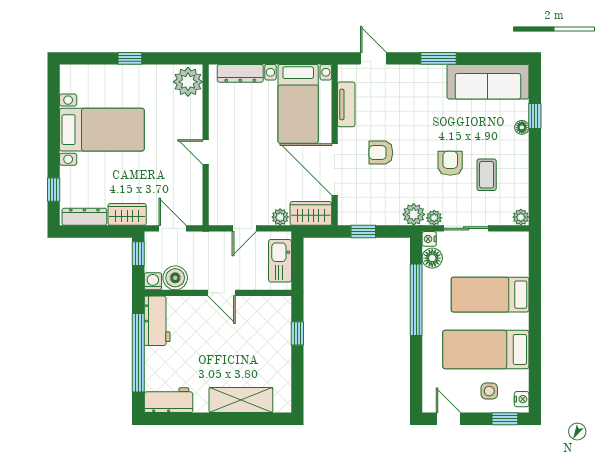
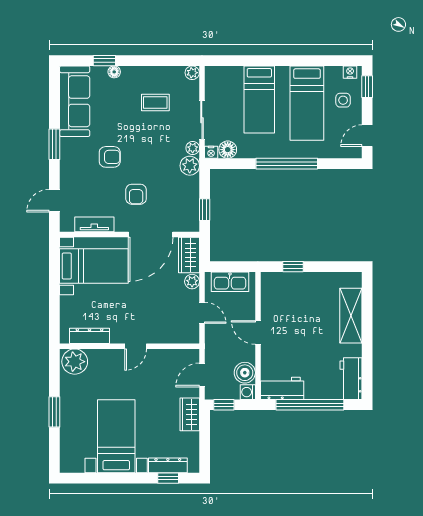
window: (130, 58) -> (54, 412), width x1.50
dresser: (240, 73) -> (90, 336), moved, turned -90
armchair: (450, 163) -> (110, 157), moved, turned 180
dresser: (84, 217) -> (168, 465), moved, turned 90
door: (222, 293) -> (258, 332), swing flipped
window: (416, 300) -> (287, 164), moved

